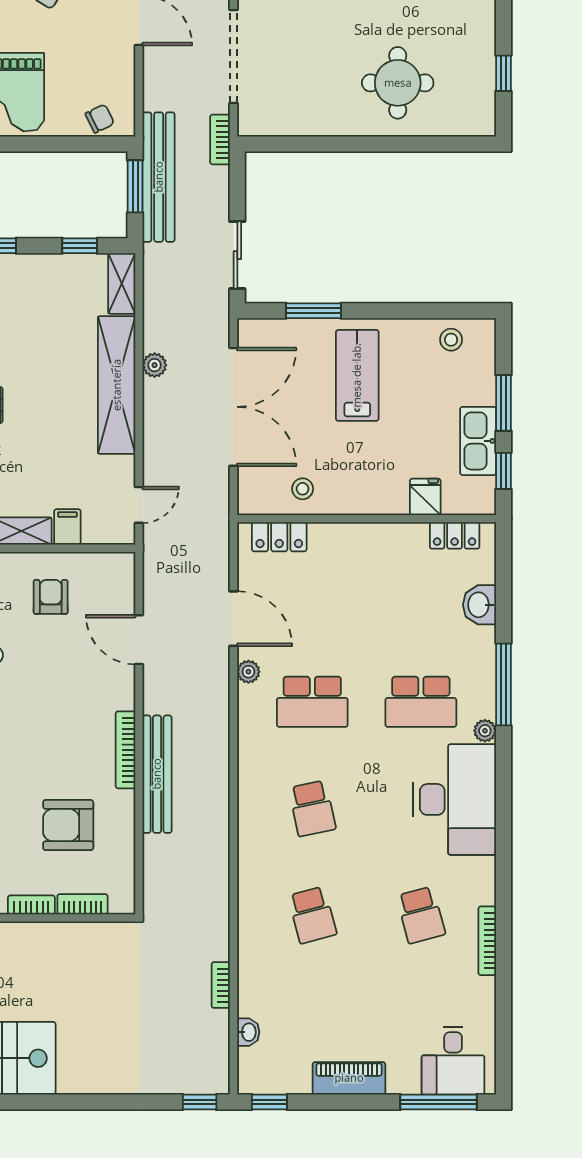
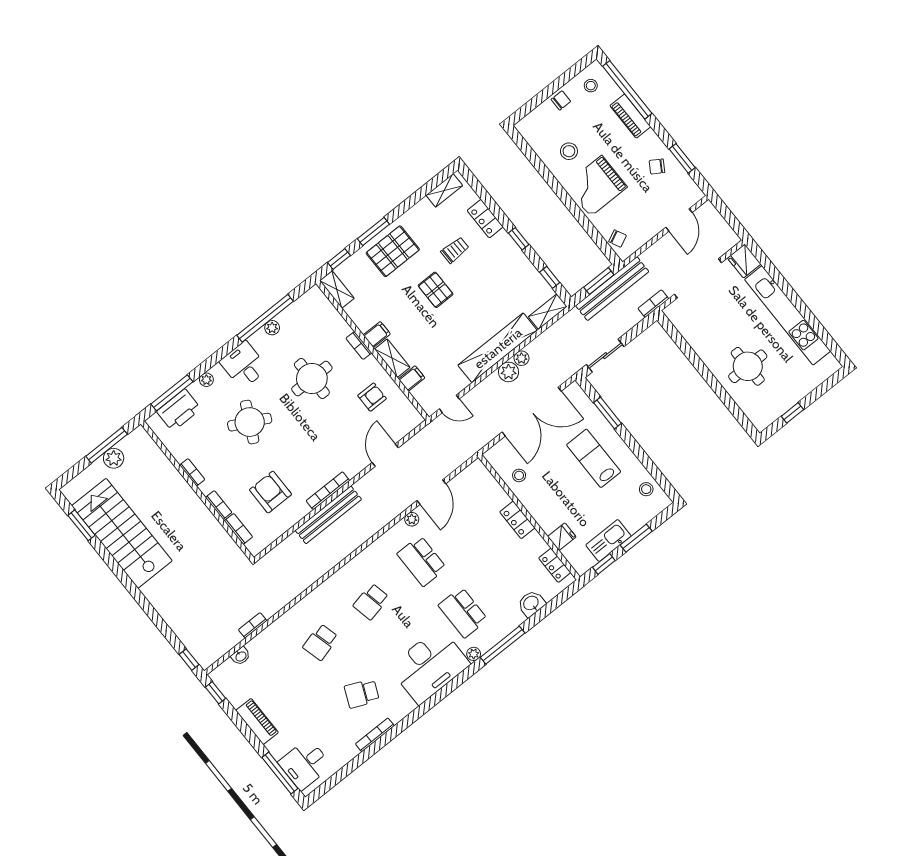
lab bench: (357, 375) -> (594, 458), turned -90
plant: (159, 396) -> (509, 372), added
locker: (279, 537) -> (517, 520), moved
school desk: (421, 915) -> (362, 694), turned 39

